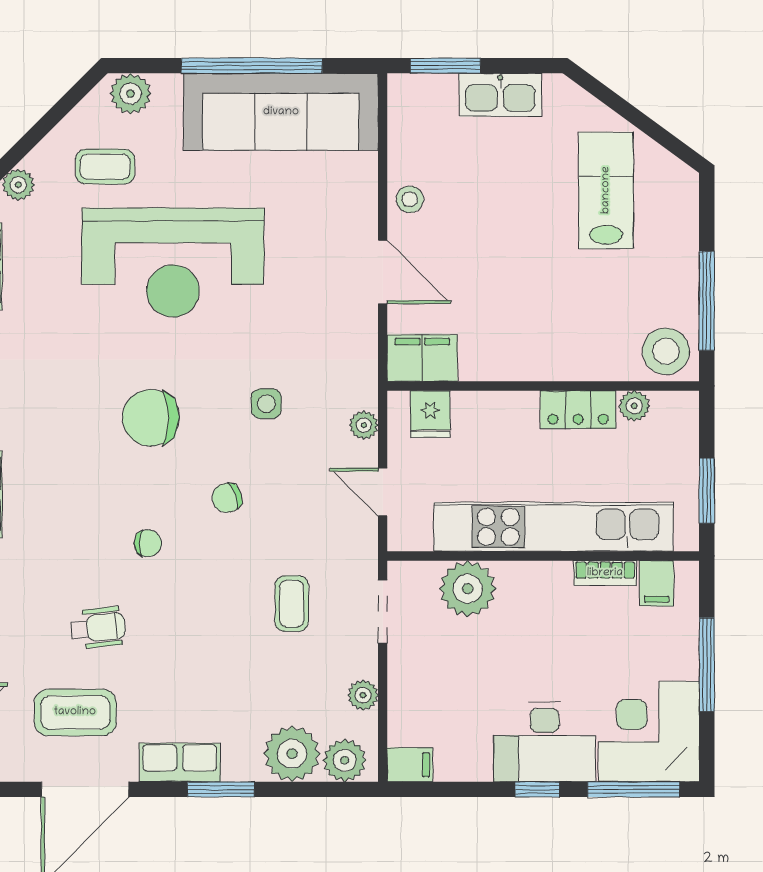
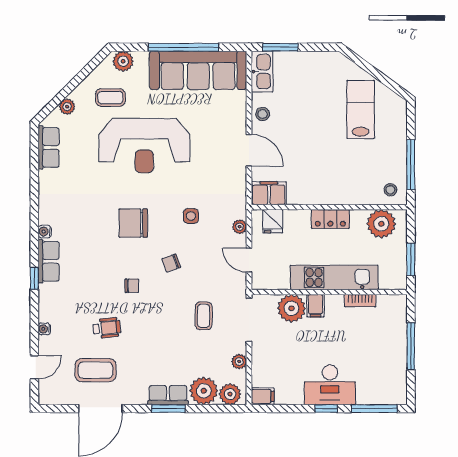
kitchen sink: (500, 95) -> (262, 72), moved, turned -90
stool: (666, 351) -> (390, 190), width x0.53, depth x0.53
plant: (634, 406) -> (381, 224), width x1.88, depth x1.88
locker: (578, 410) -> (330, 219), moved
kitchen unit: (553, 527) -> (334, 277), width x0.73
filing cabinet: (657, 583) -> (316, 306), moved
doorway: (383, 612) -> (249, 320), width x1.38
corner desk: (649, 732) -> (382, 380), removed
row of seats: (180, 762) -> (168, 395), moved

